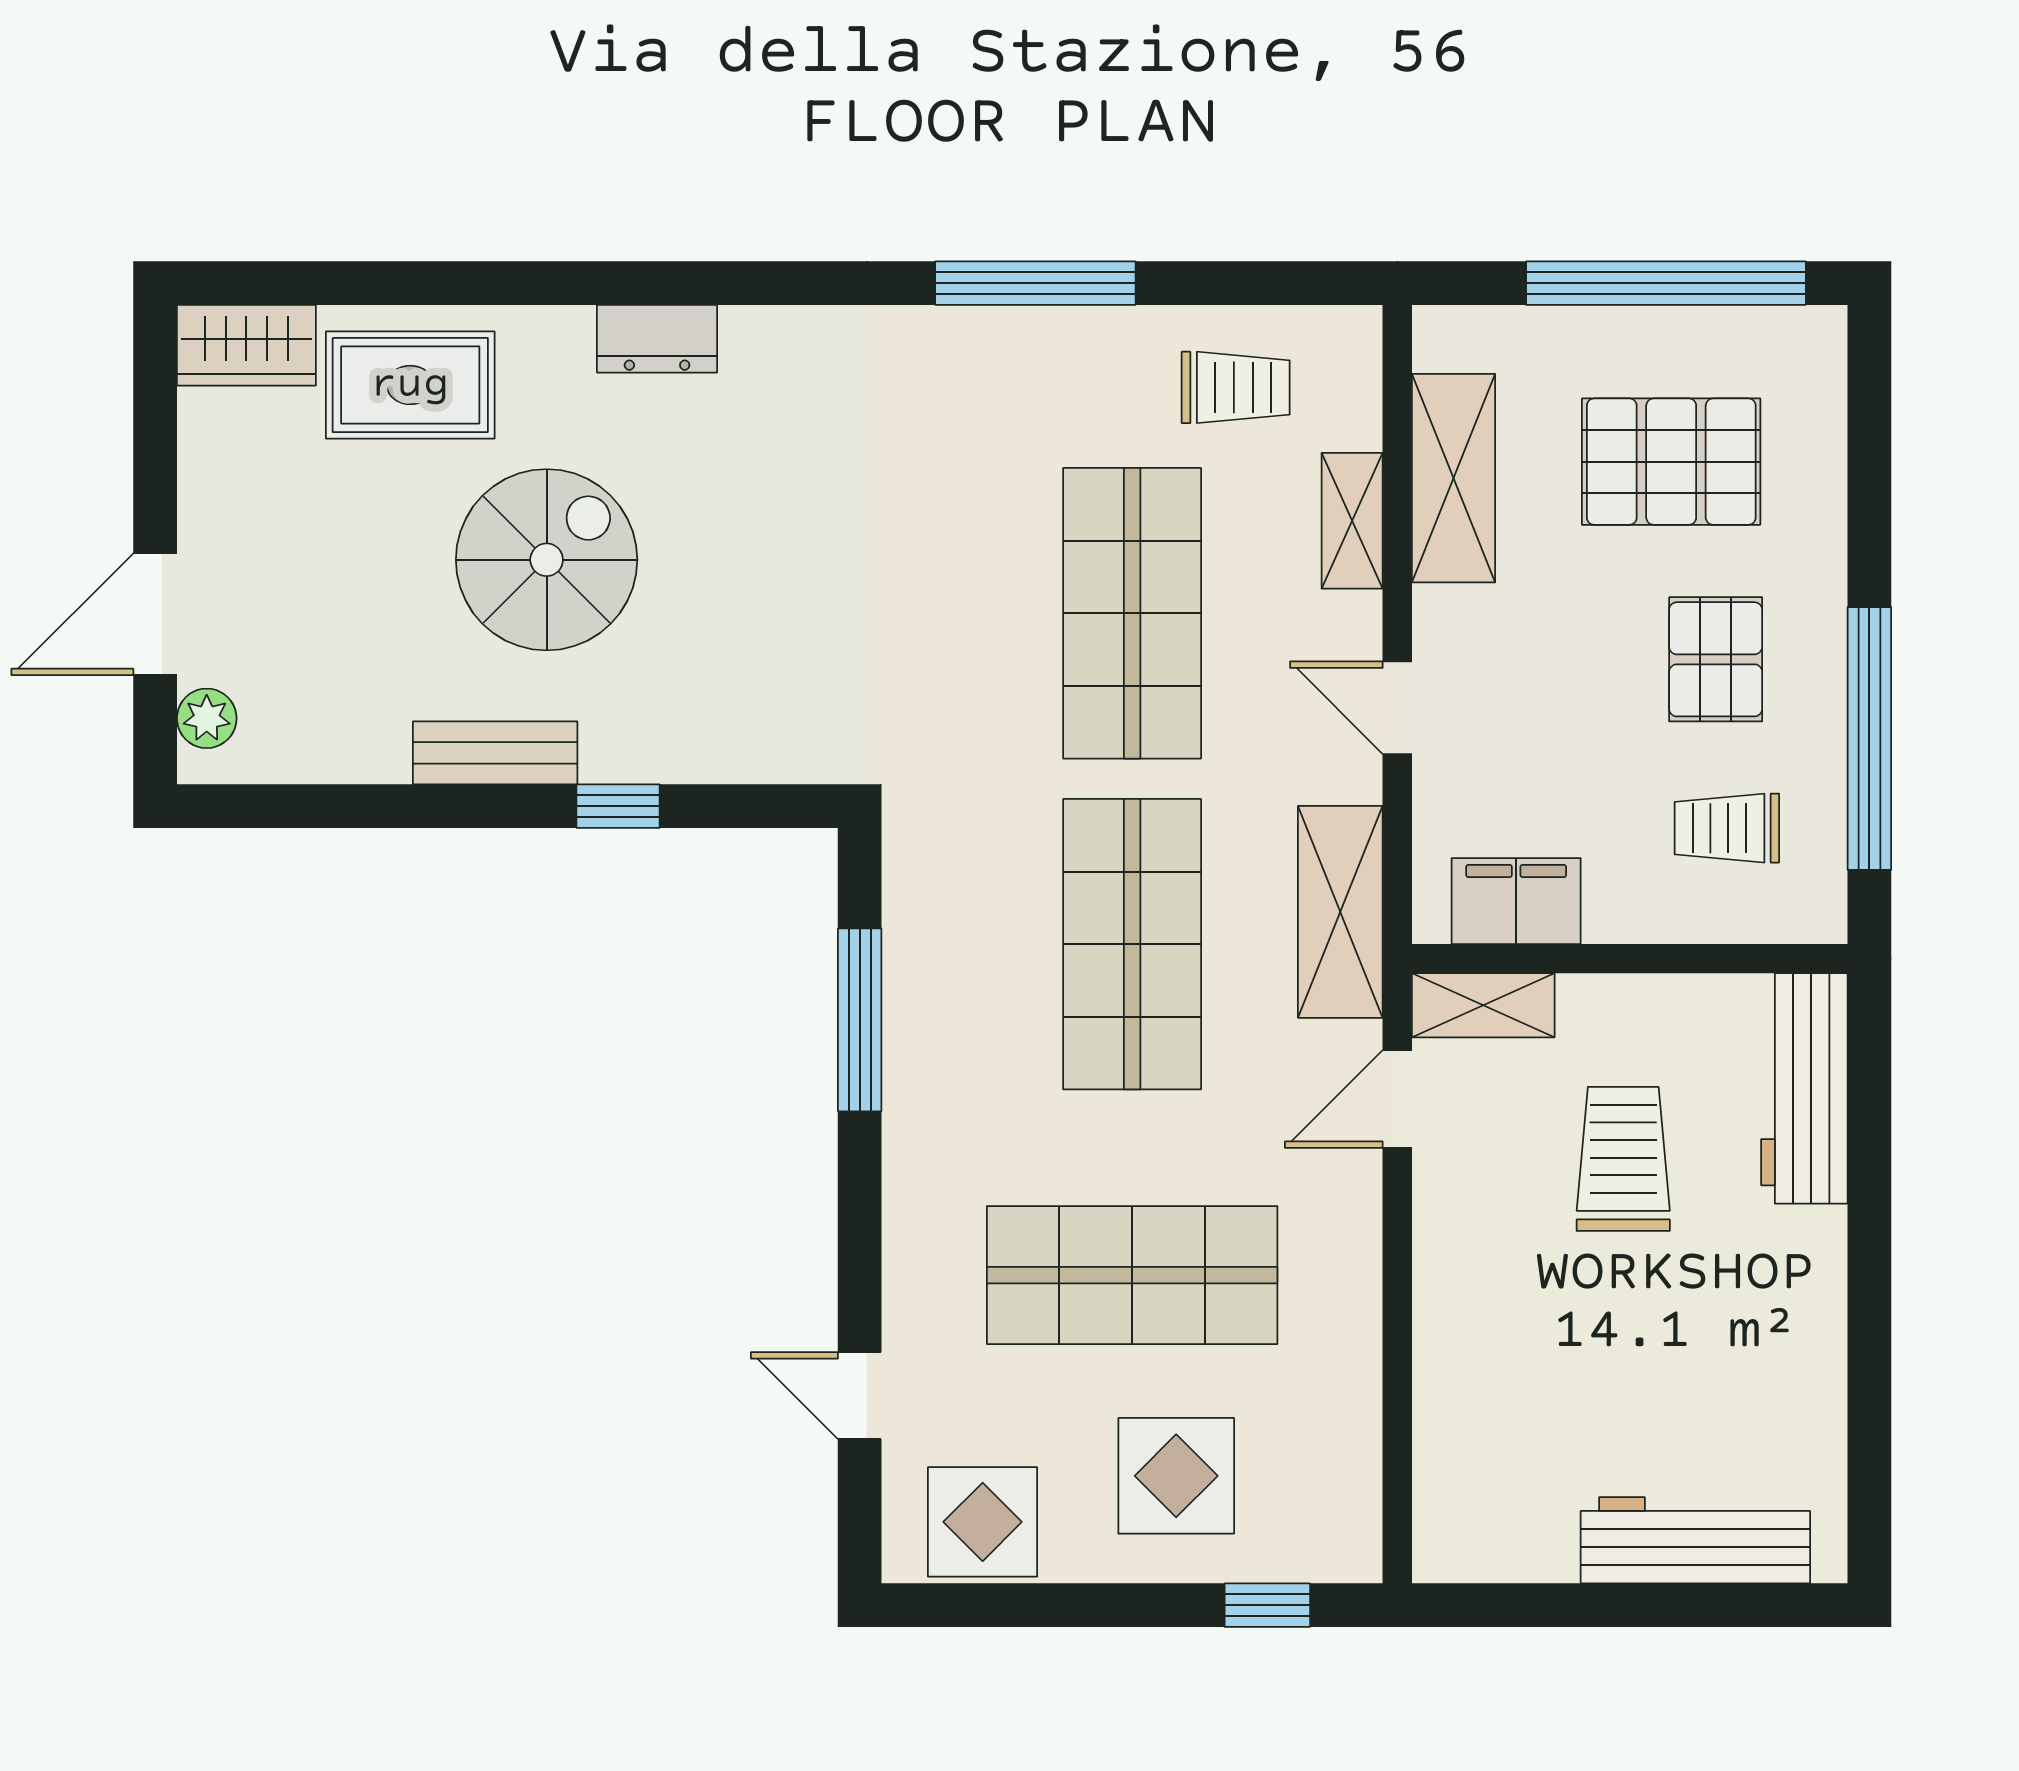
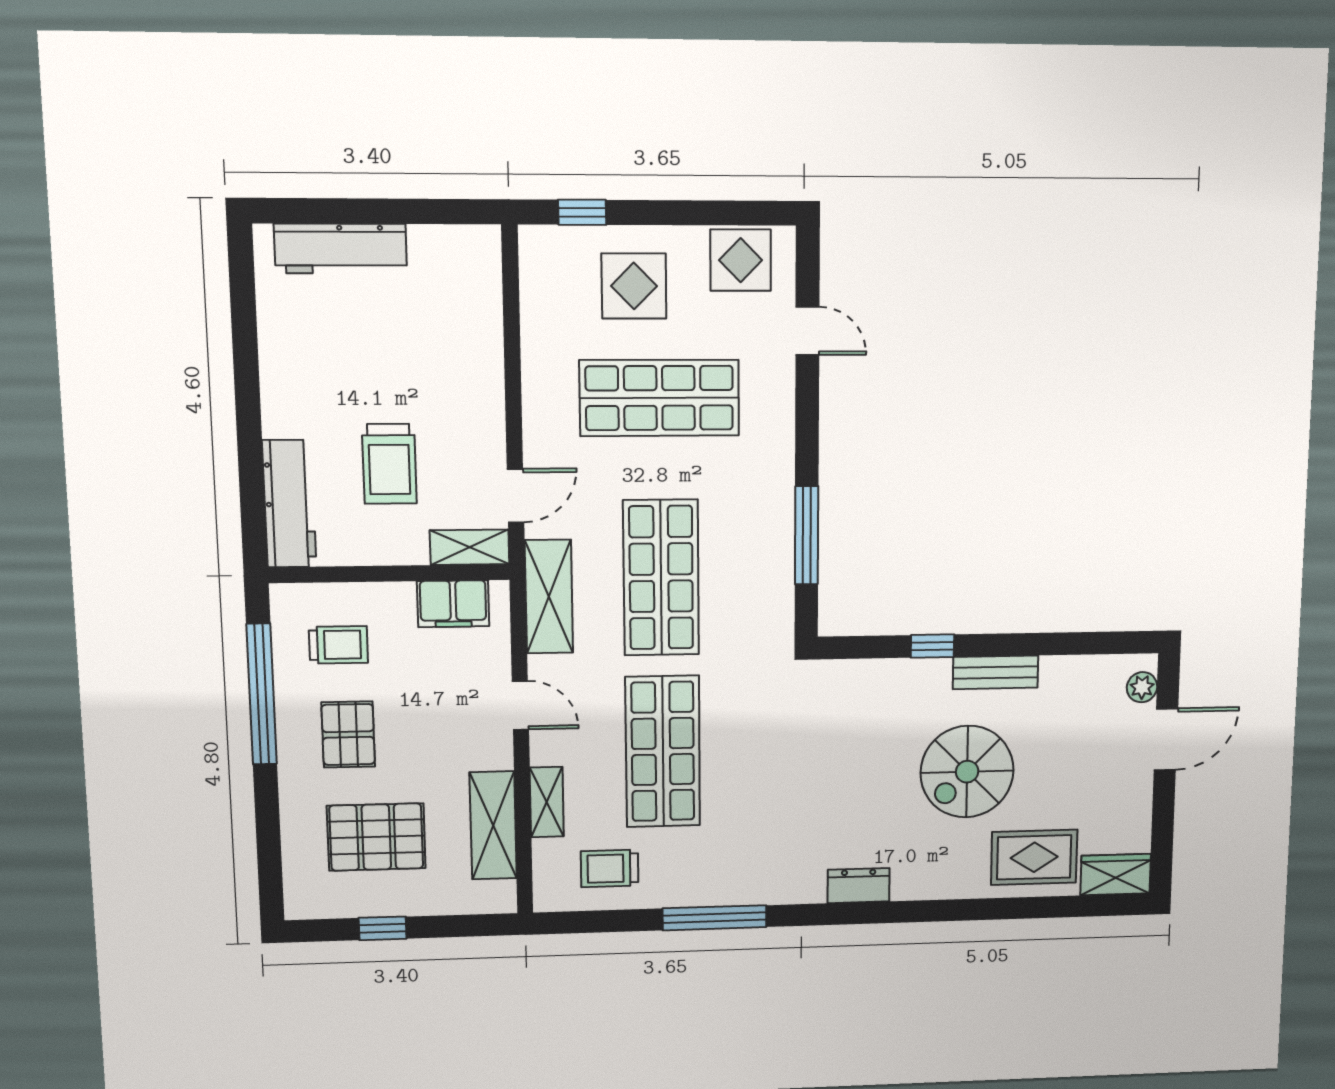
window: (1666, 283) -> (383, 928), width x0.32
dresser: (657, 339) -> (859, 886), moved

